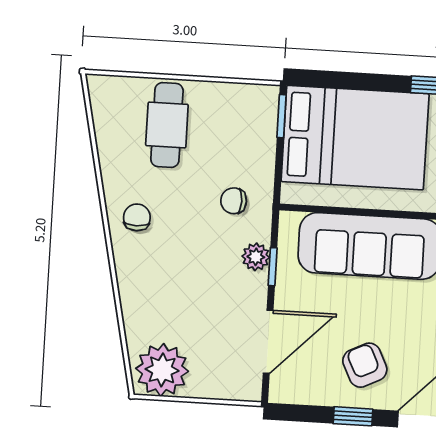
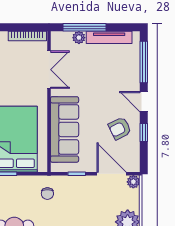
plant: (256, 257) -> (133, 182), moved

